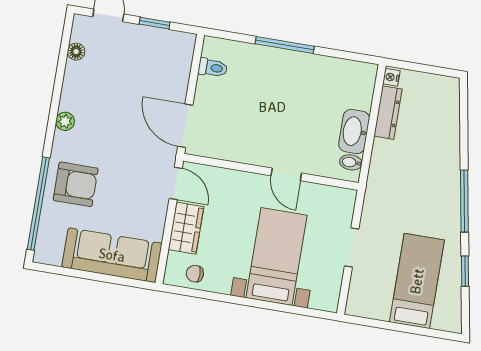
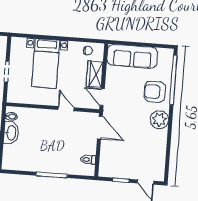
floor lamp: (76, 52) -> (161, 162), removed
plant: (65, 121) -> (159, 120), width x1.87, depth x1.87
door: (286, 174) -> (66, 109), moved

